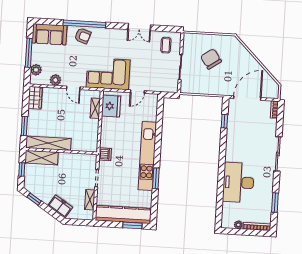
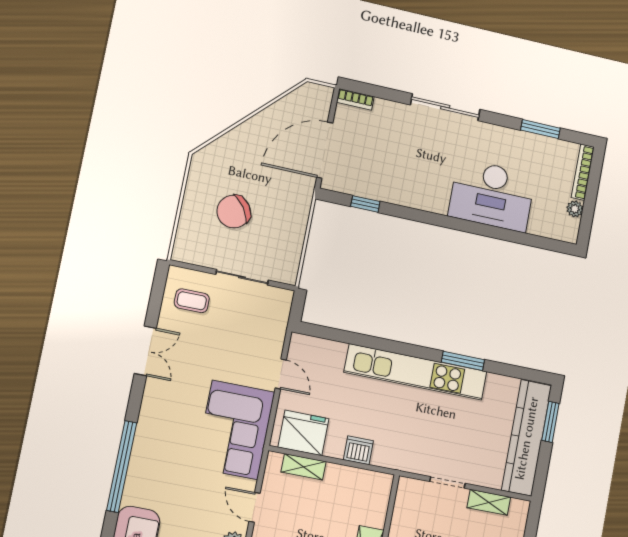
armchair: (83, 36) -> (147, 473), removed
door: (73, 88) -> (255, 507), swing flipped
door: (247, 98) -> (325, 150), hinge flipped
dishwasher: (105, 154) -> (358, 450), moved

